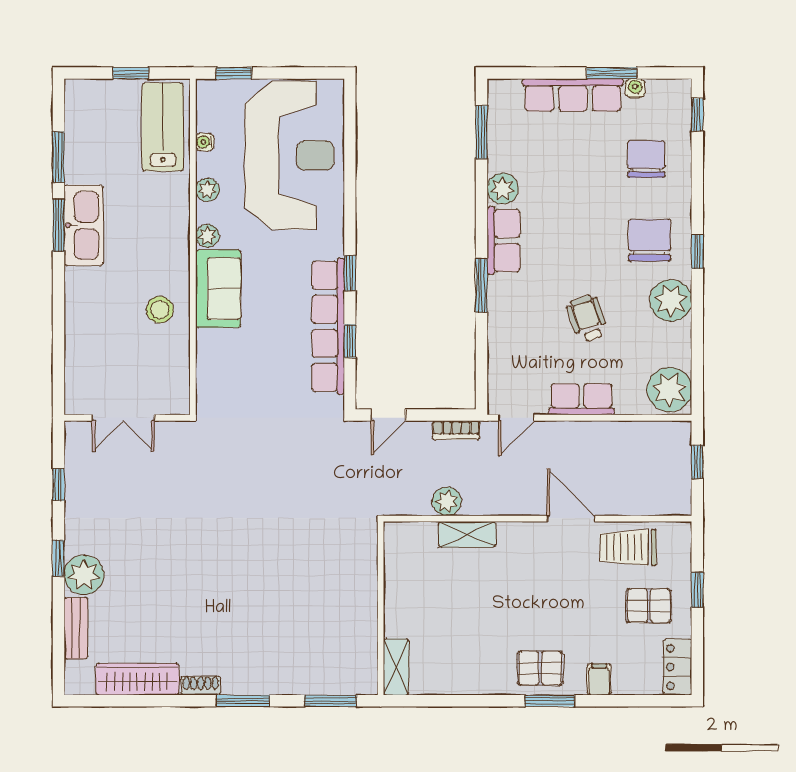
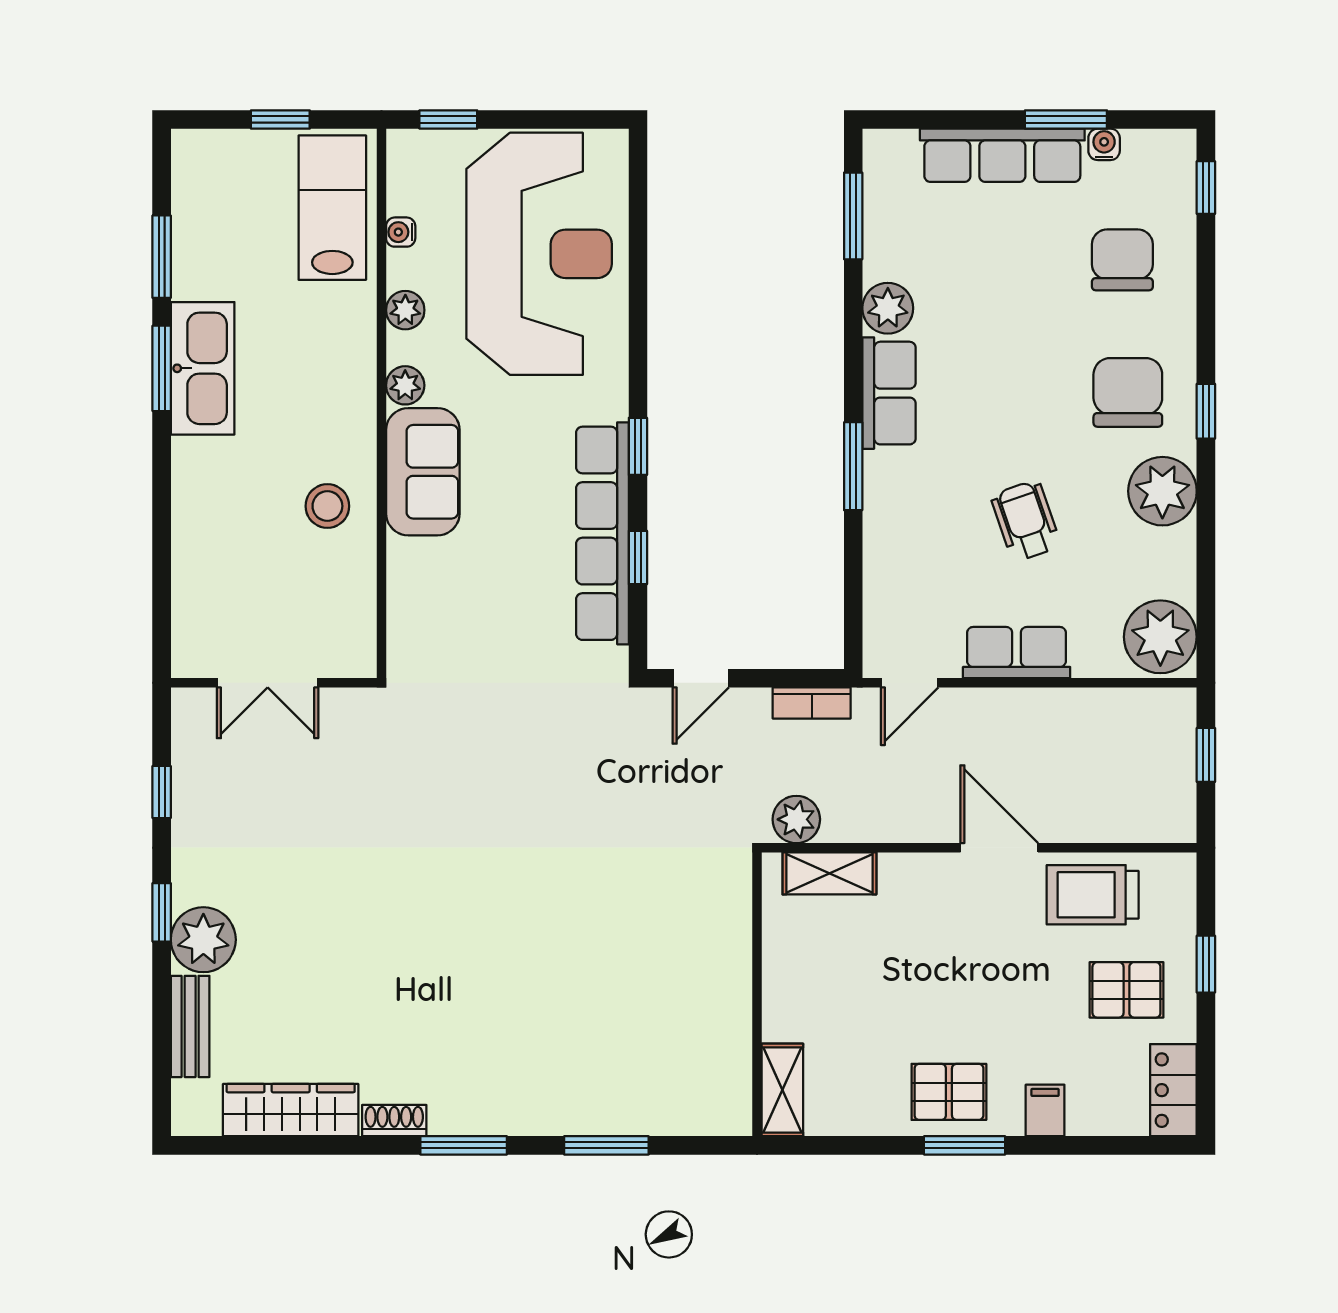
wall: (381, 608) -> (757, 994), moved
shelving: (396, 667) -> (782, 1090), moved

